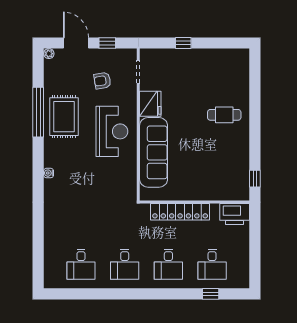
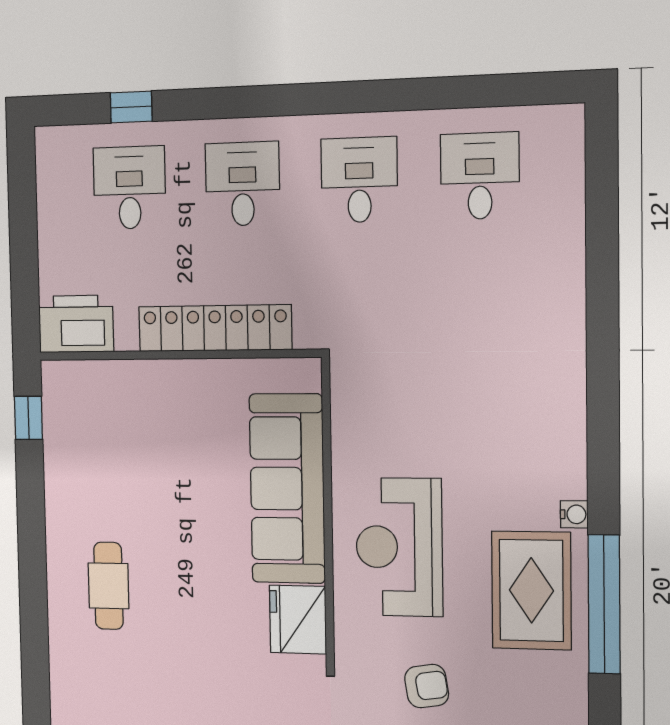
cafe table: (224, 115) -> (108, 586), turned 90
water cooler: (49, 173) -> (574, 514), moved

